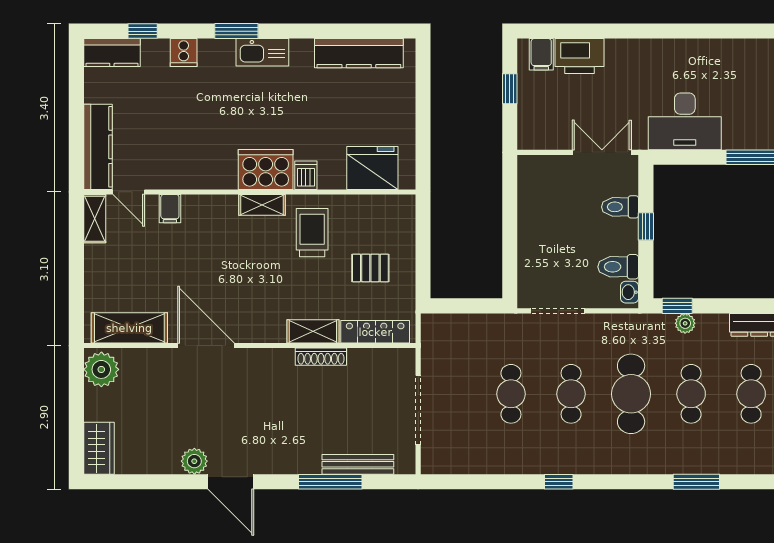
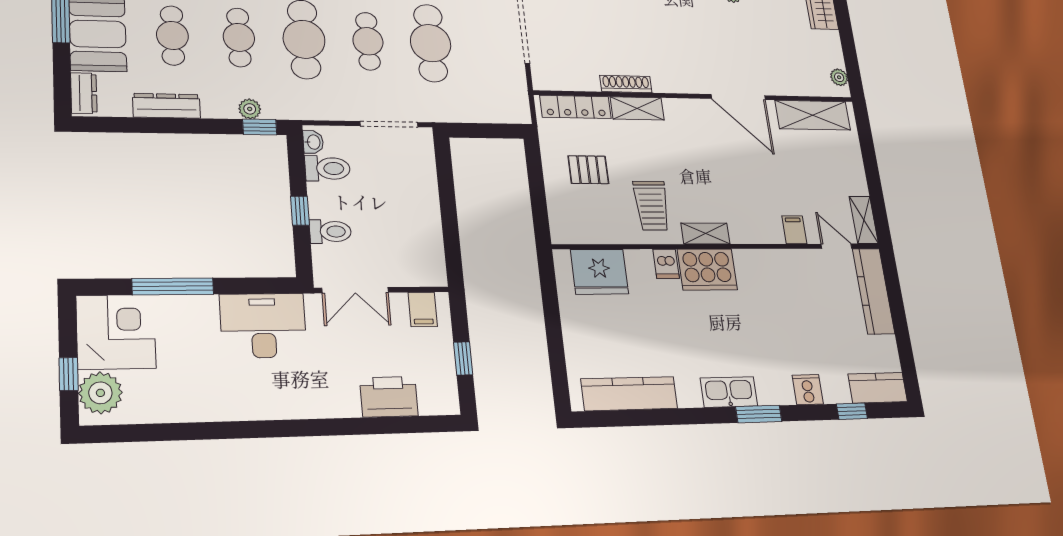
filing cabinet: (541, 54) -> (423, 309), moved, turned 180
plant: (101, 369) -> (839, 77), width x0.53, depth x0.53
cafe table: (511, 394) -> (431, 43), width x1.37, depth x1.35

